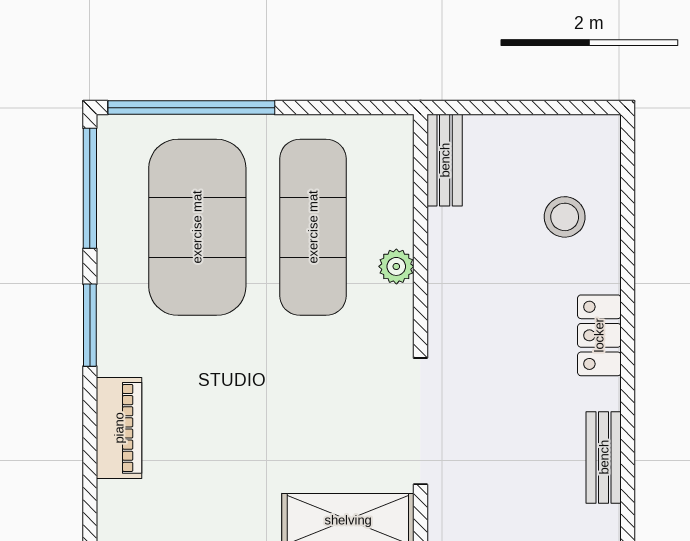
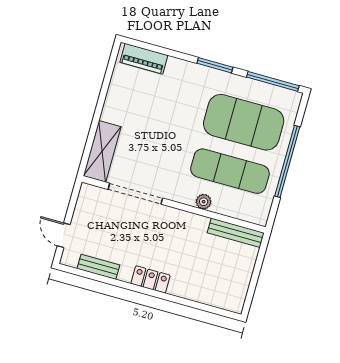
window: (191, 108) -> (287, 161), moved
bench: (445, 160) -> (236, 233), width x1.36
stool: (565, 217) -> (205, 279), removed
piano: (119, 428) -> (144, 59), moved

